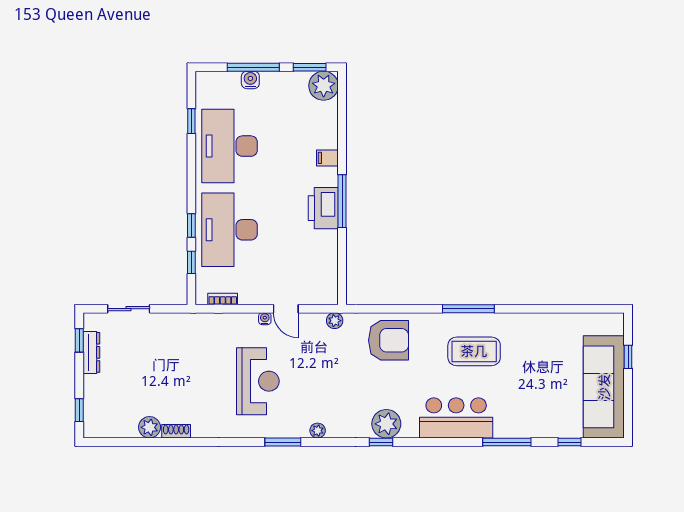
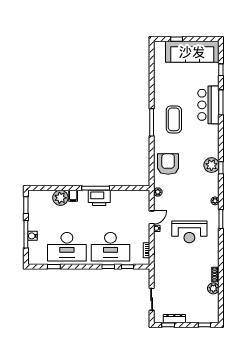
plant: (324, 86) -> (60, 198), moved
reception desk: (258, 381) -> (189, 232), turned 180
bar counter: (456, 418) -> (208, 105), moved

